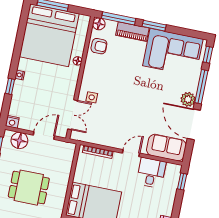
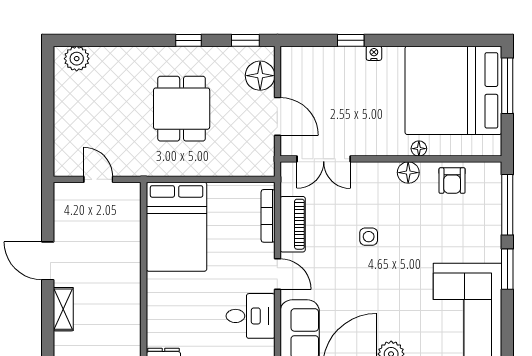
floor lamp: (99, 24) -> (408, 173), moved
piano: (132, 32) -> (293, 224), moved, turned 180
side table: (92, 97) -> (369, 237), moved
nightstand: (12, 122) -> (290, 57), removed

